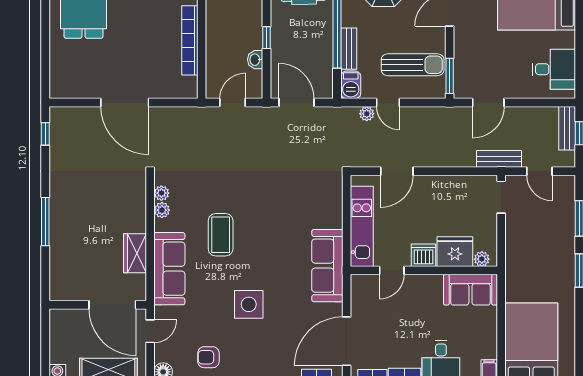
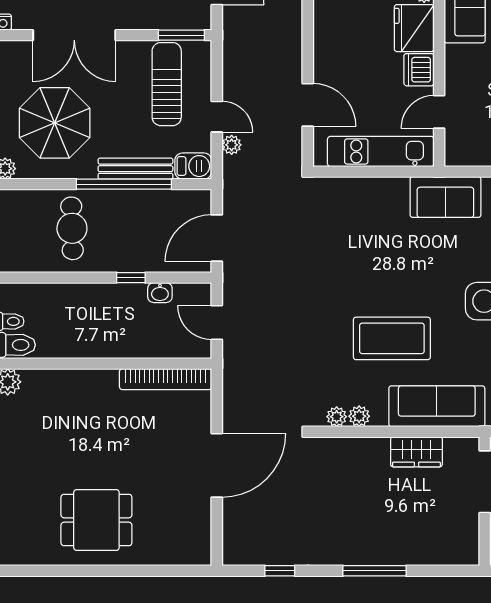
bookcase: (190, 40) -> (166, 379), moved
bench: (349, 49) -> (135, 169), width x1.36
door: (388, 103) -> (217, 117), hinge flipped
window: (45, 134) -> (280, 571), moved
coffee table: (221, 235) -> (392, 338), width x1.36, depth x1.32
sofa: (327, 266) -> (445, 197), width x0.73
door: (392, 270) -> (439, 112), swing flipped

